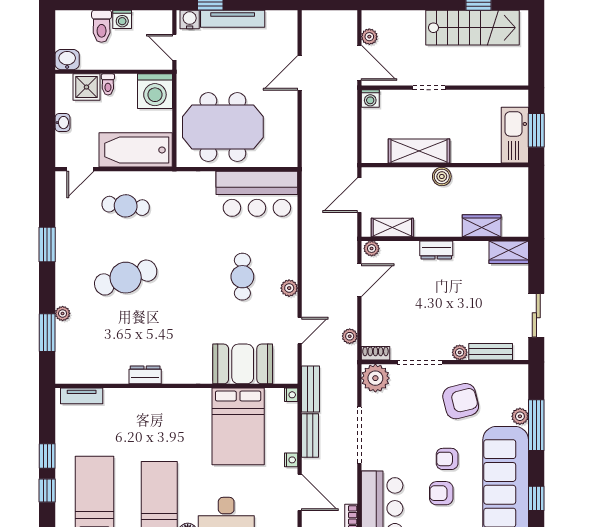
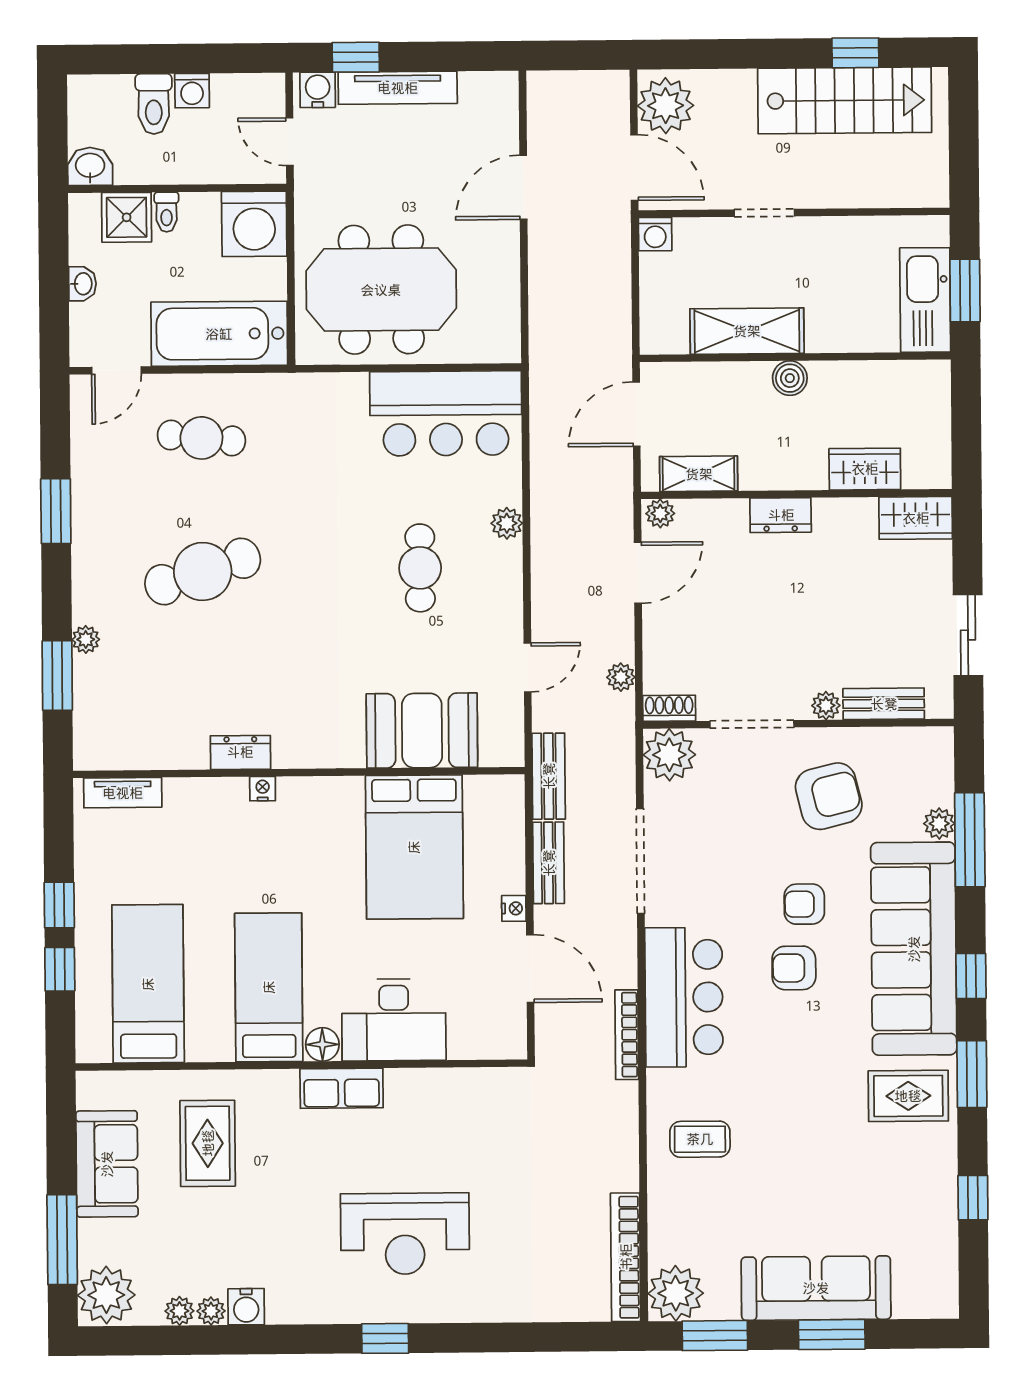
plant: (369, 37) -> (666, 106), width x1.88, depth x1.88
plant: (289, 288) -> (507, 523), moved
nightstand: (291, 395) -> (263, 789), moved, turned -90

